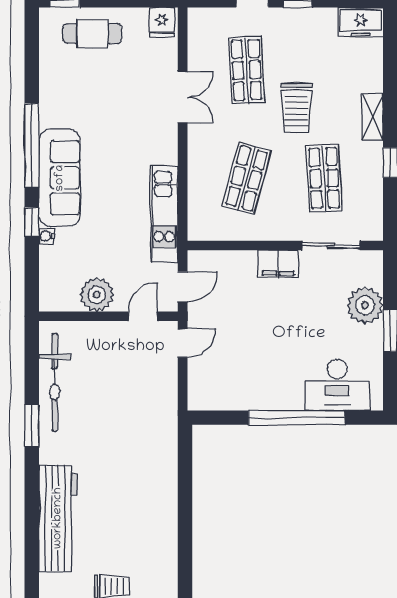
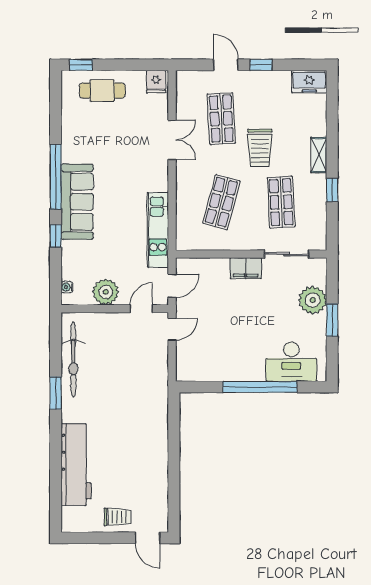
water cooler: (46, 236) -> (67, 287), moved

